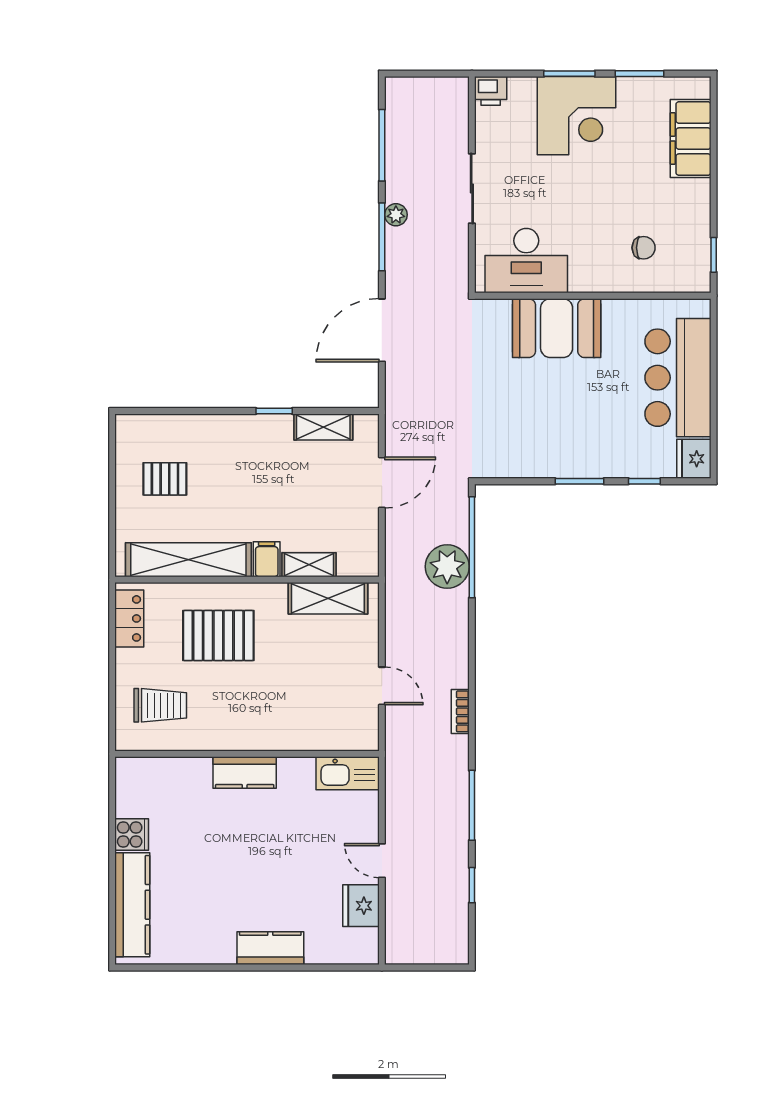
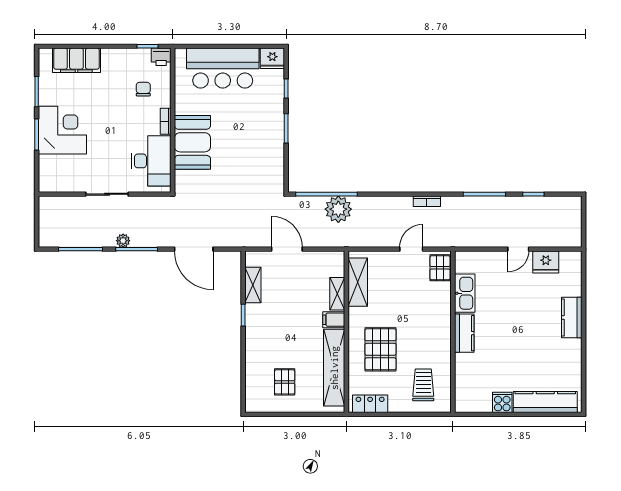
printer: (491, 91) -> (161, 57), moved, turned 90
bookcase: (591, 284) -> (166, 121), added
pallet: (352, 733) -> (440, 268), added
kitchen sink: (348, 773) -> (465, 293), moved

